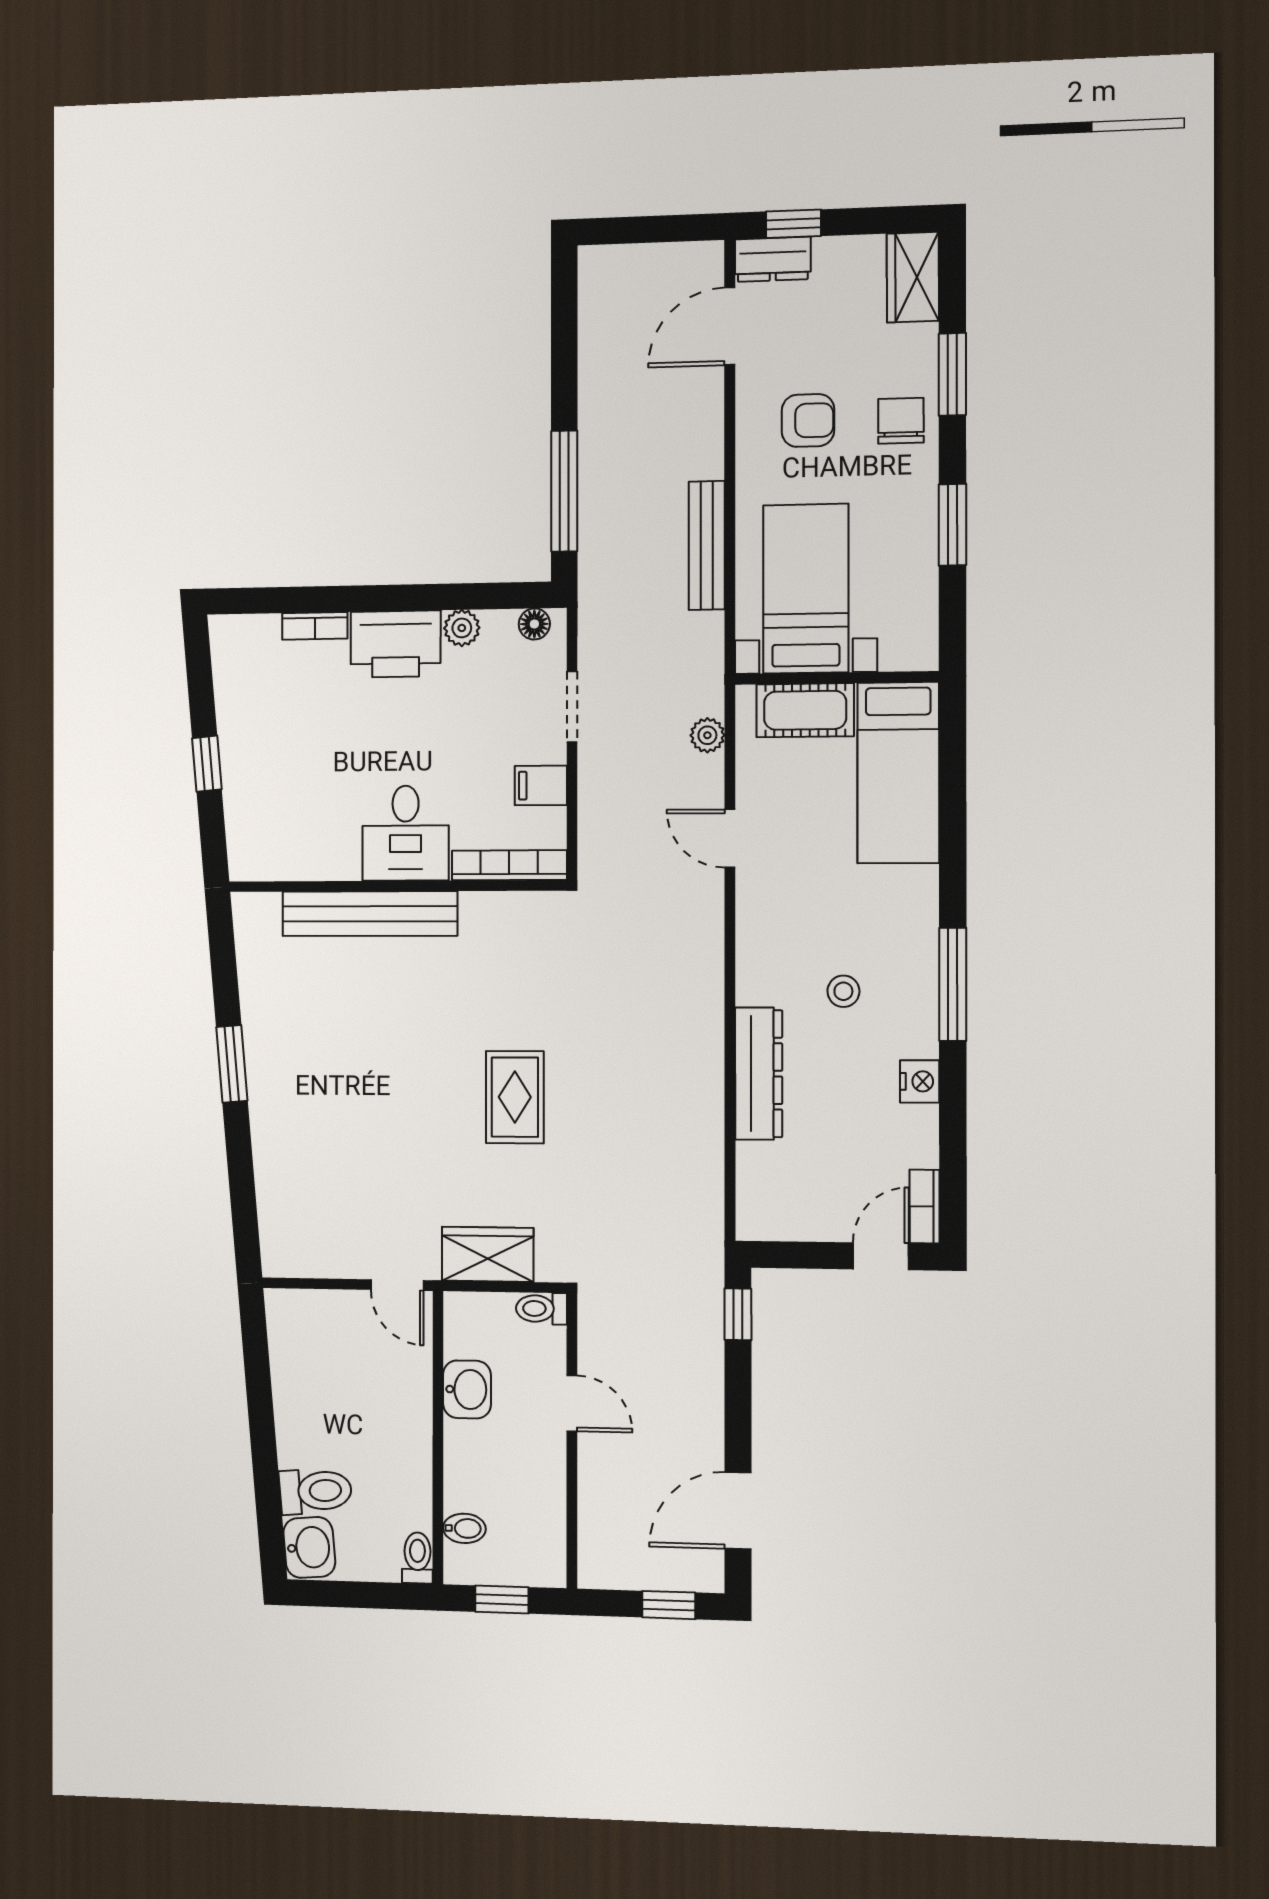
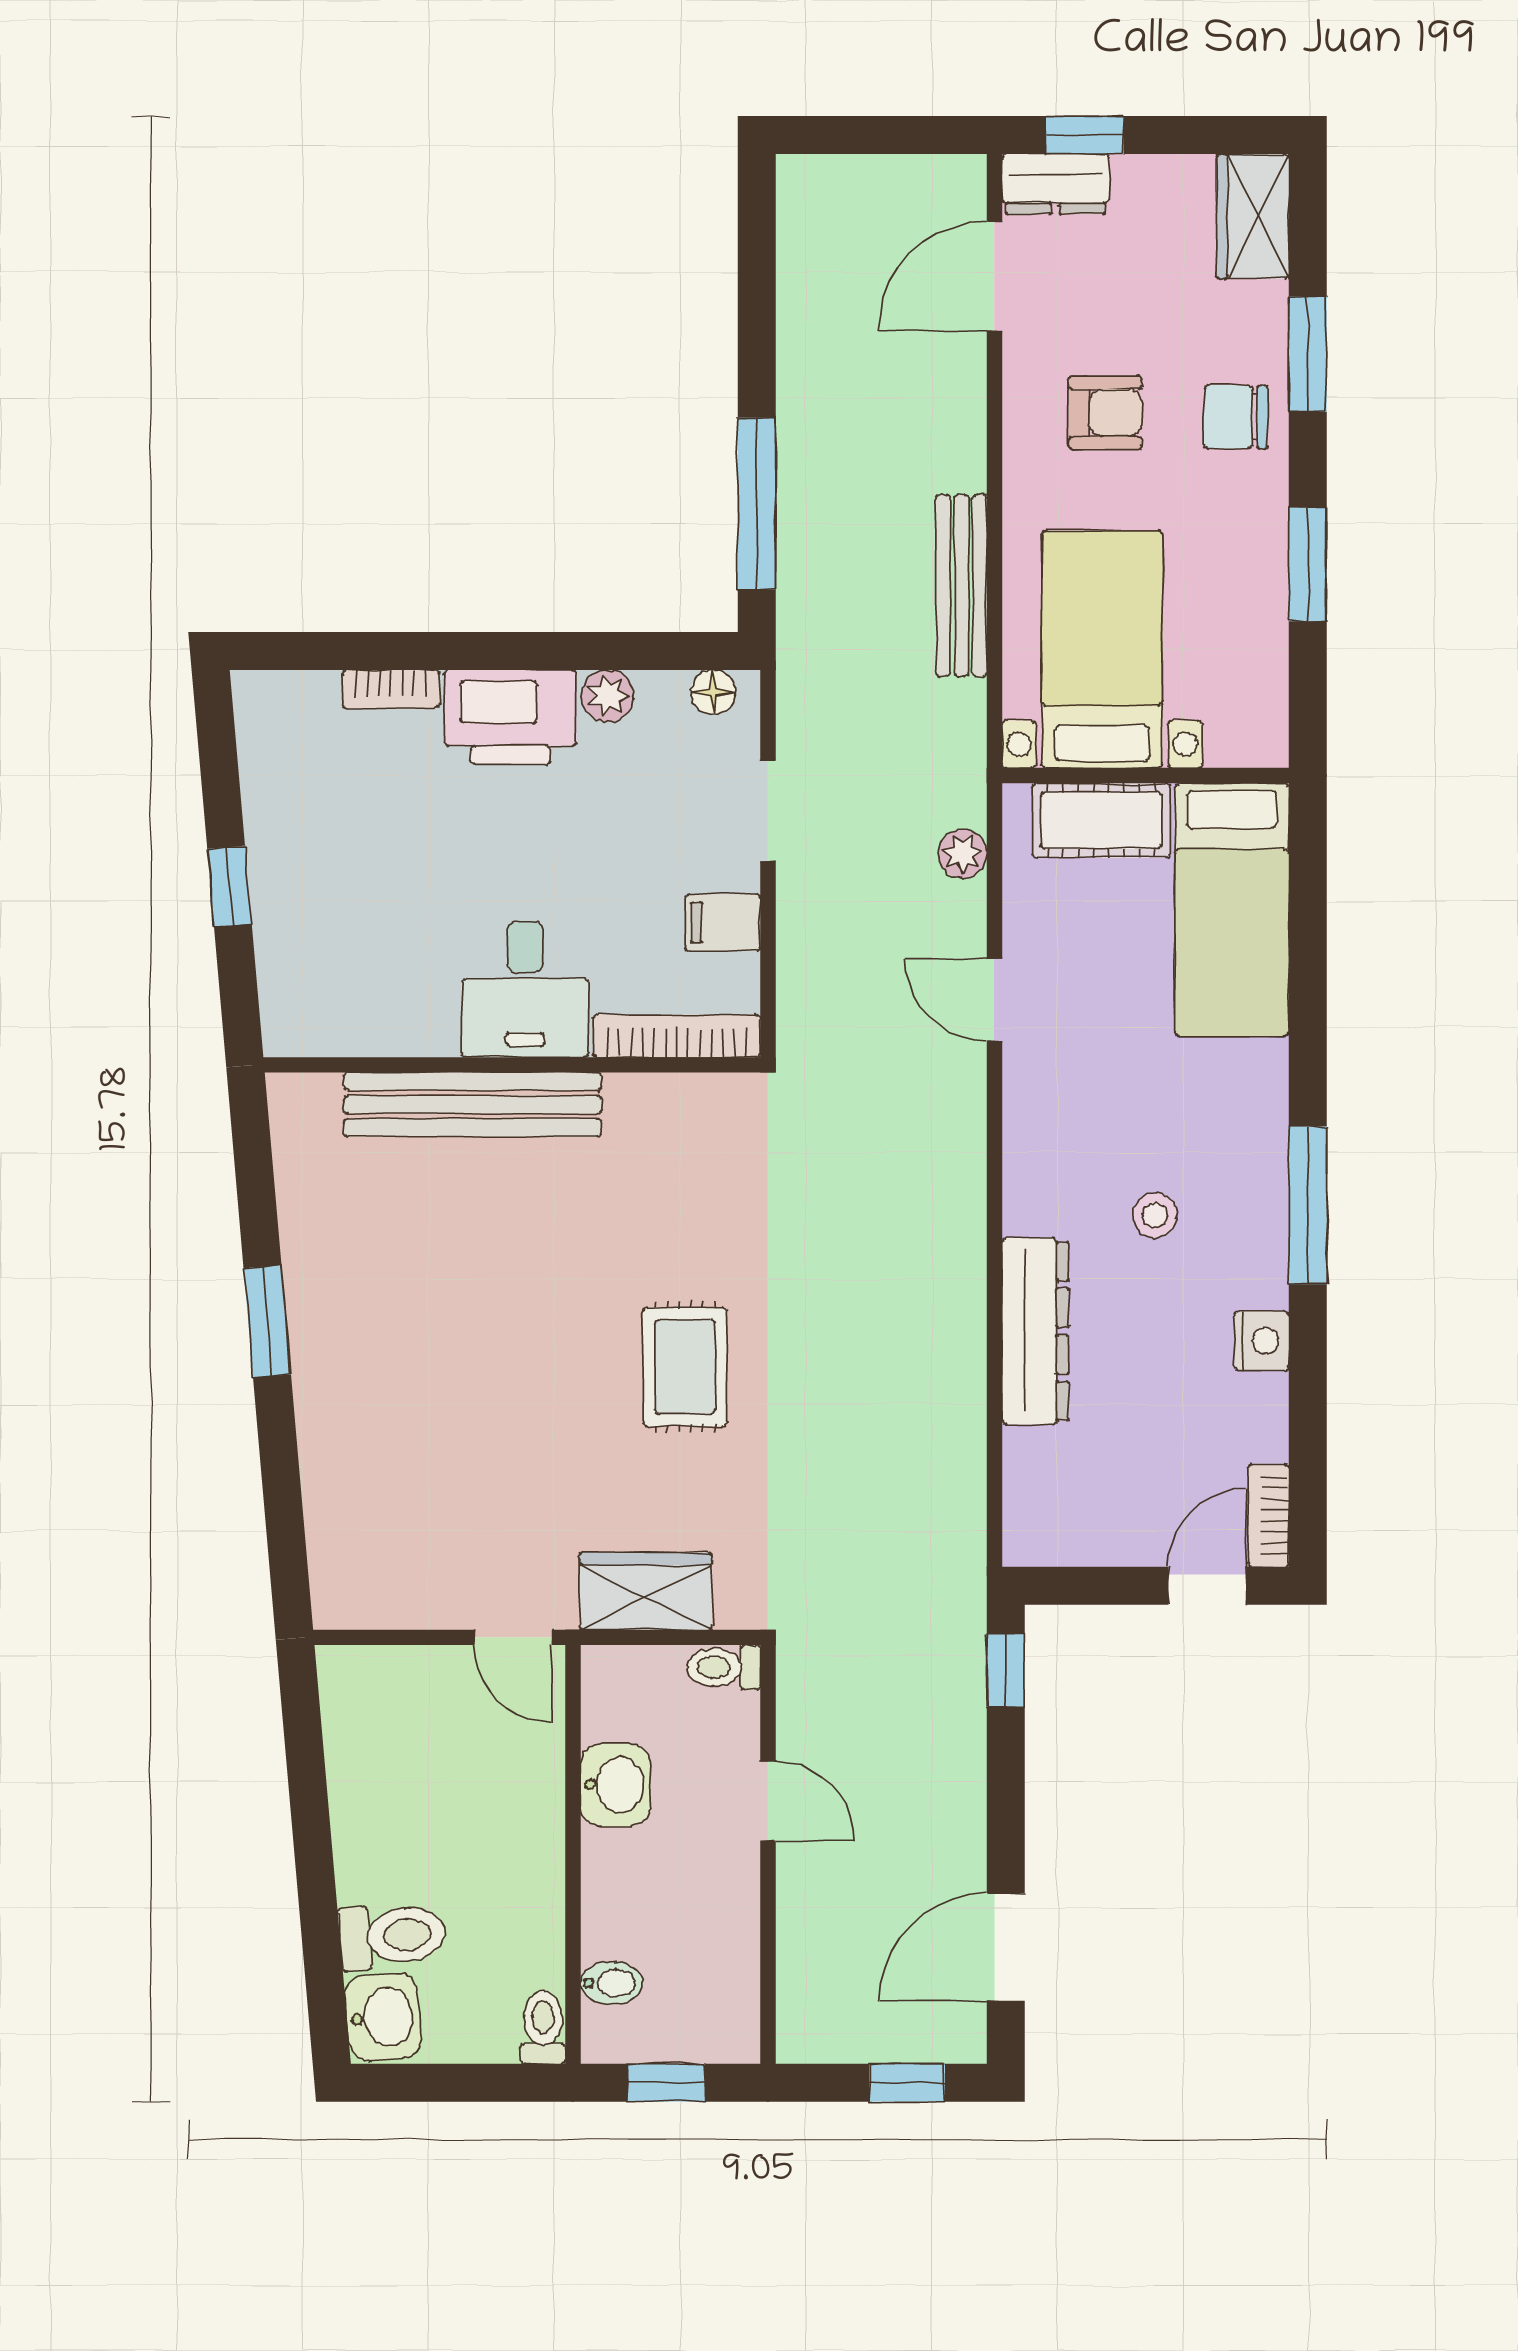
chair: (901, 421) -> (1236, 417), turned -90

